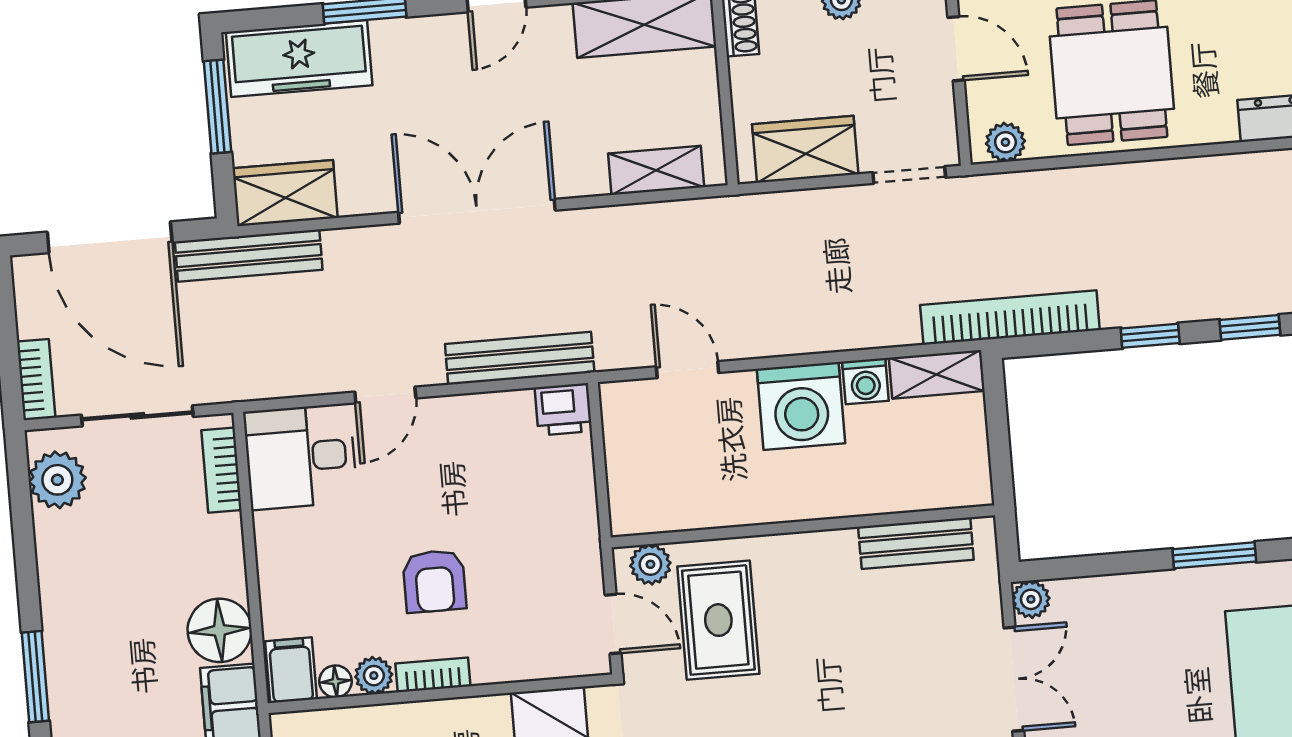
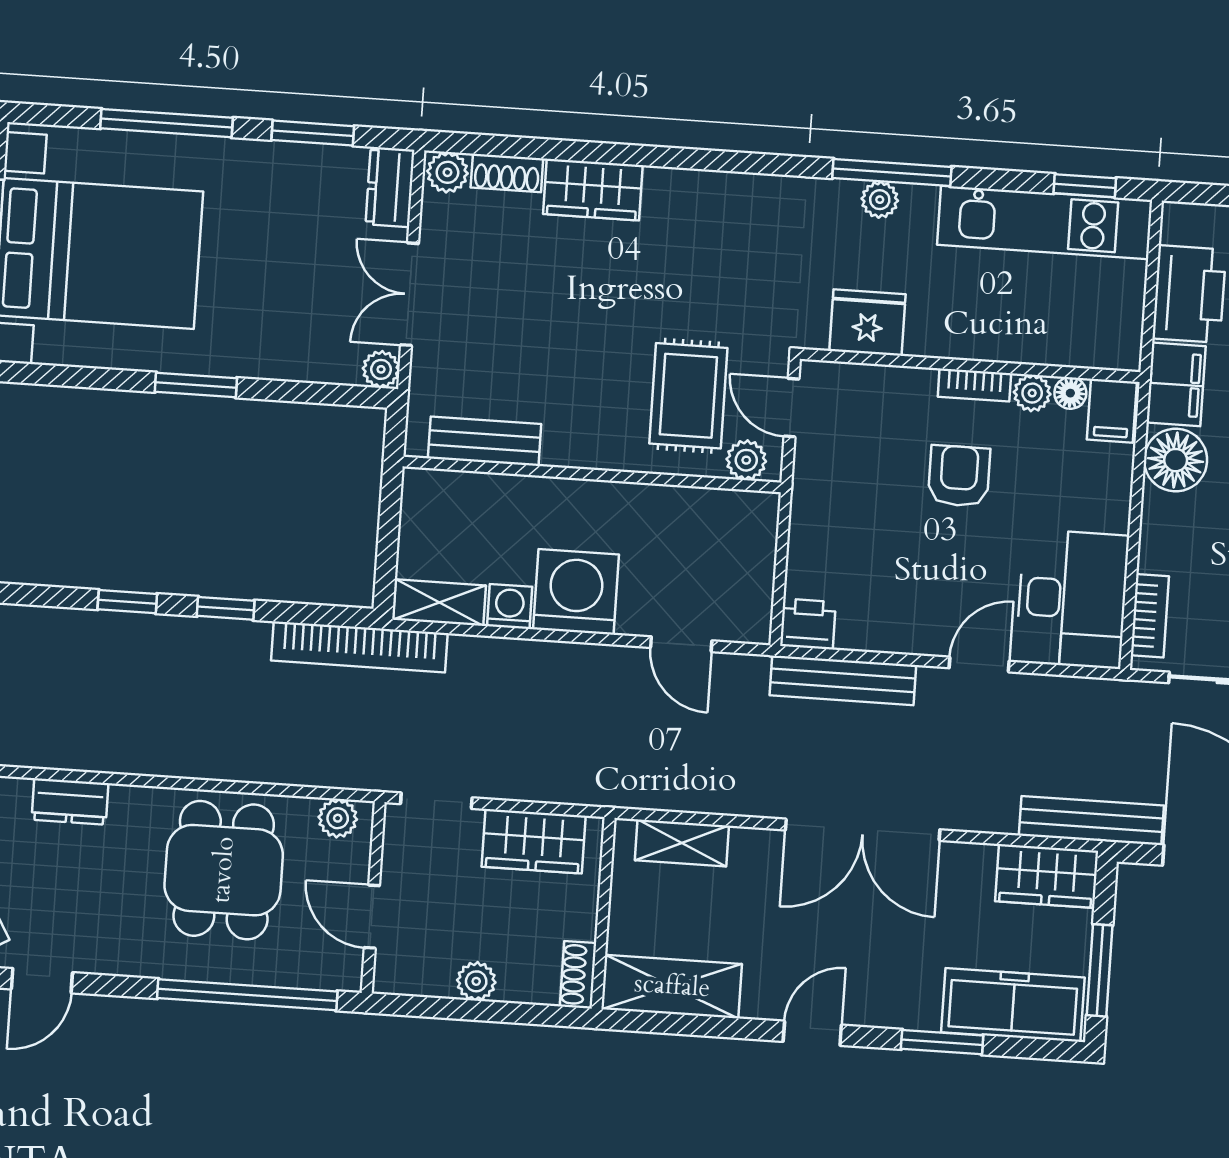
desk: (300, 457) -> (1072, 599), width x1.37

